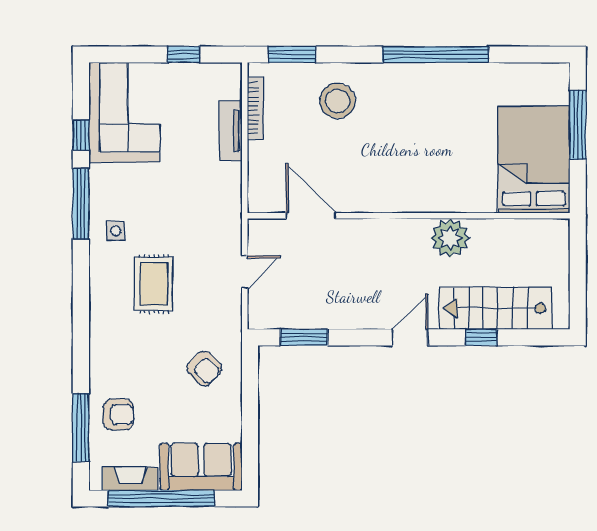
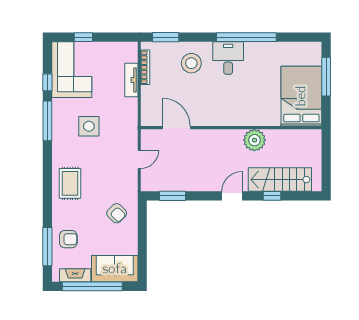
window: (184, 55) -> (83, 37), moved
desk: (403, 92) -> (228, 58), added
side table: (116, 231) -> (89, 126), moved, width x1.87, depth x1.87
rug: (154, 284) -> (70, 183), moved

